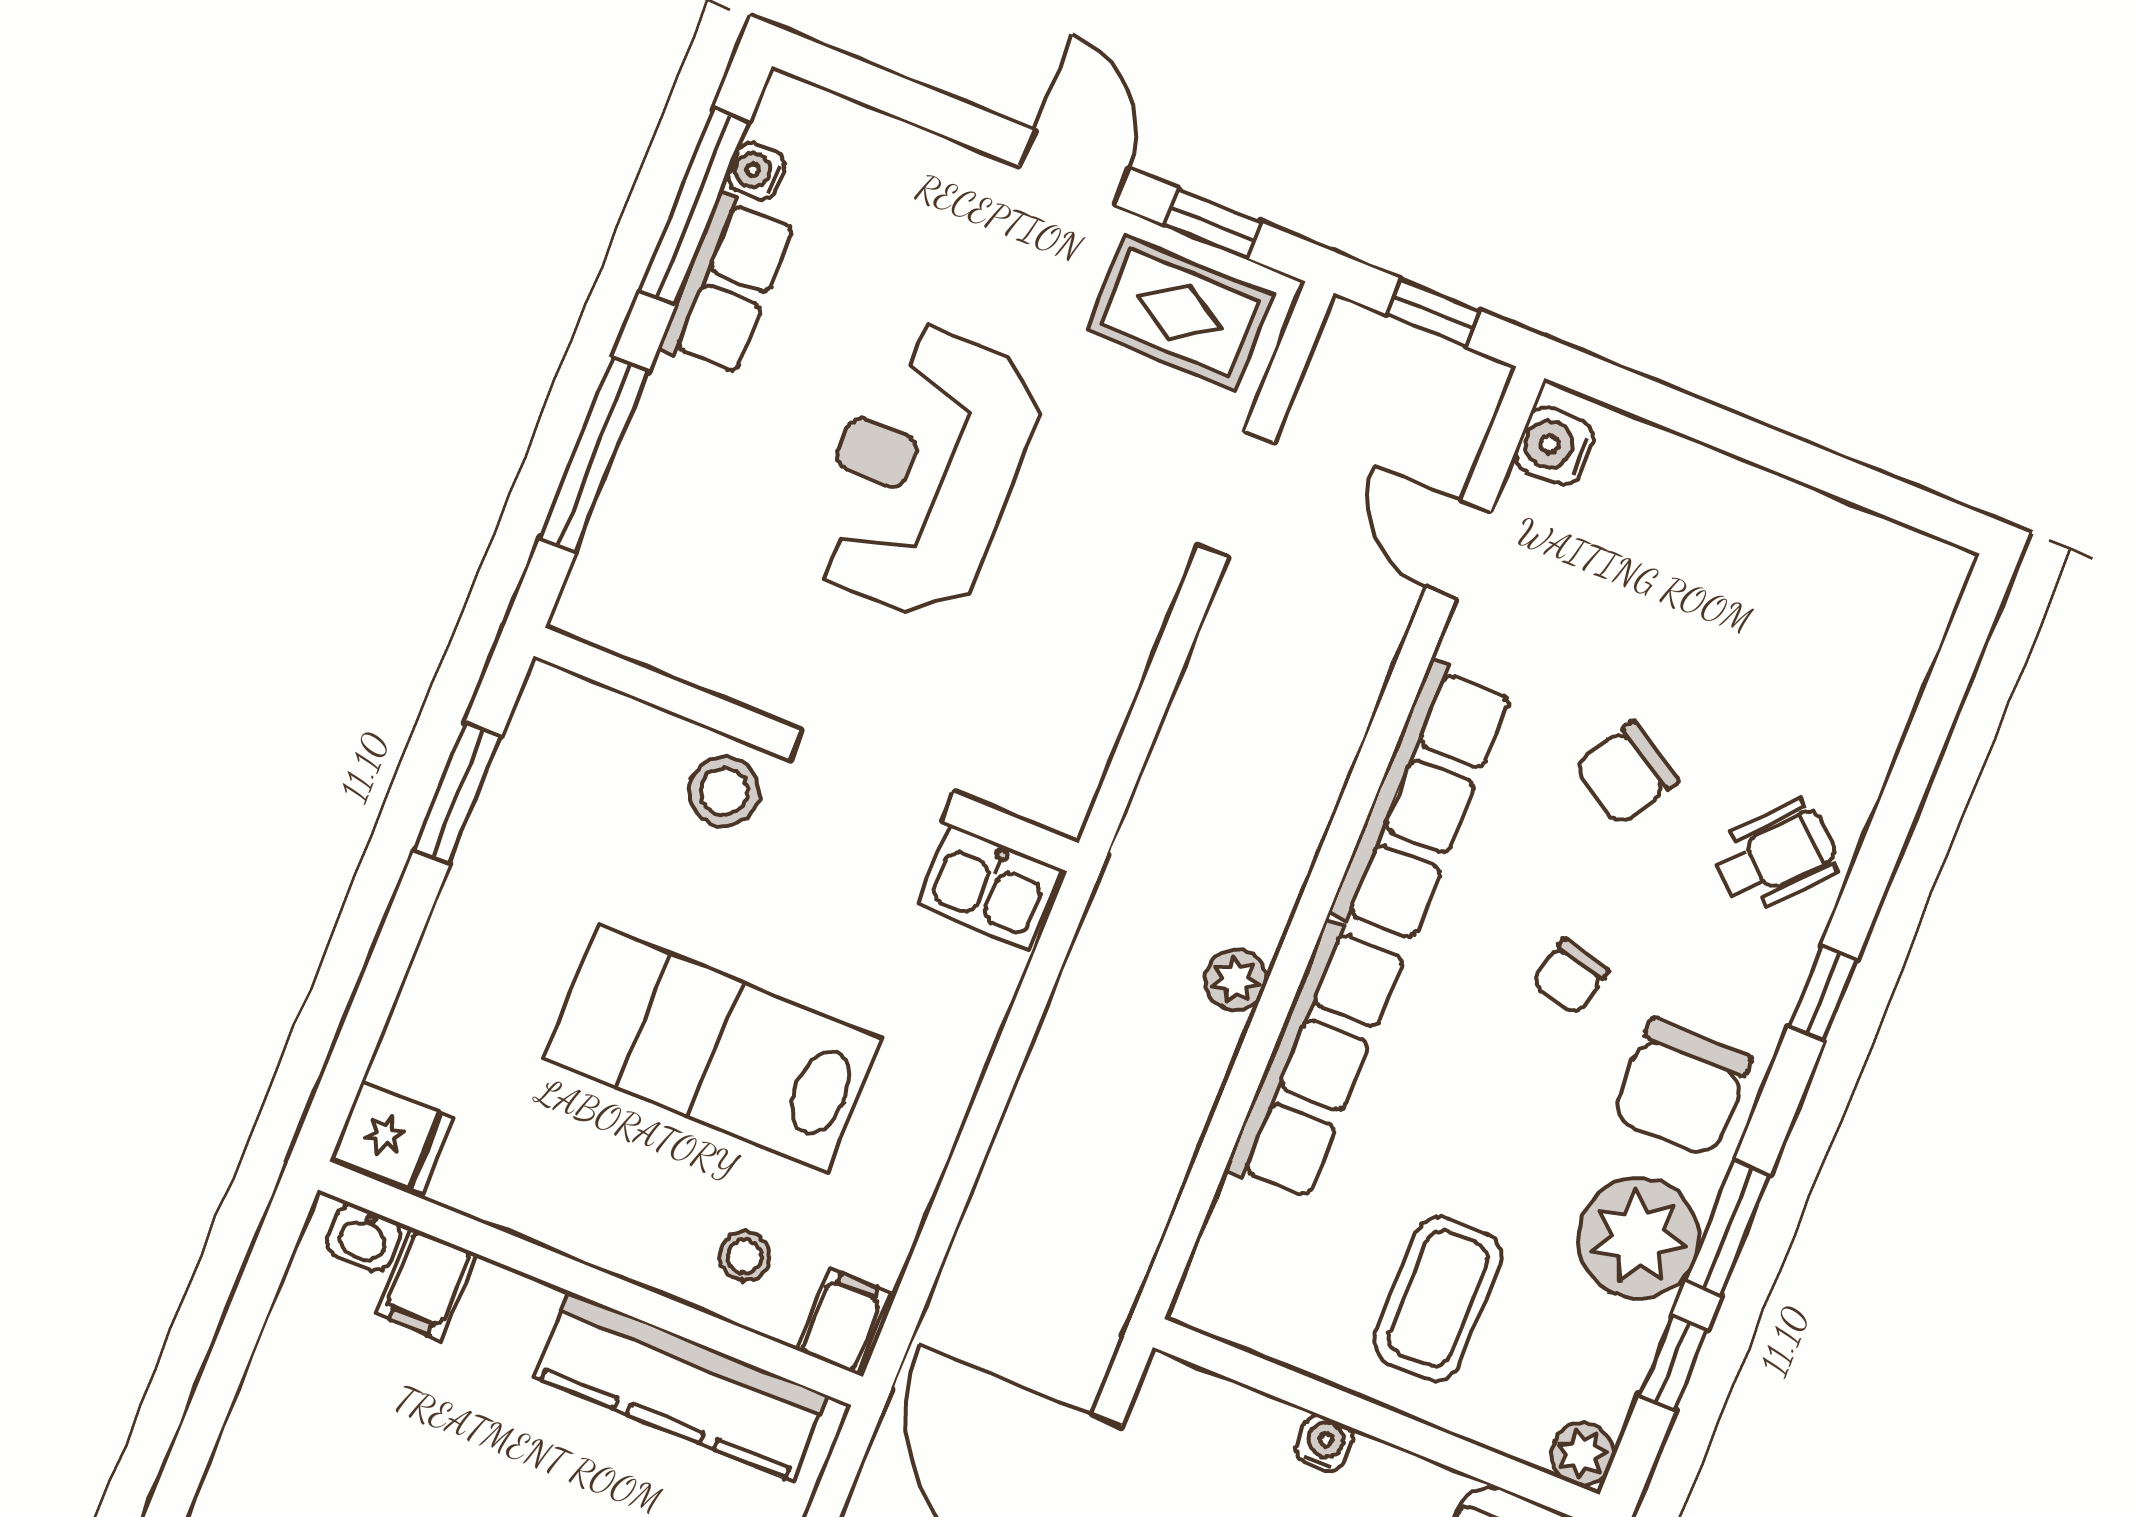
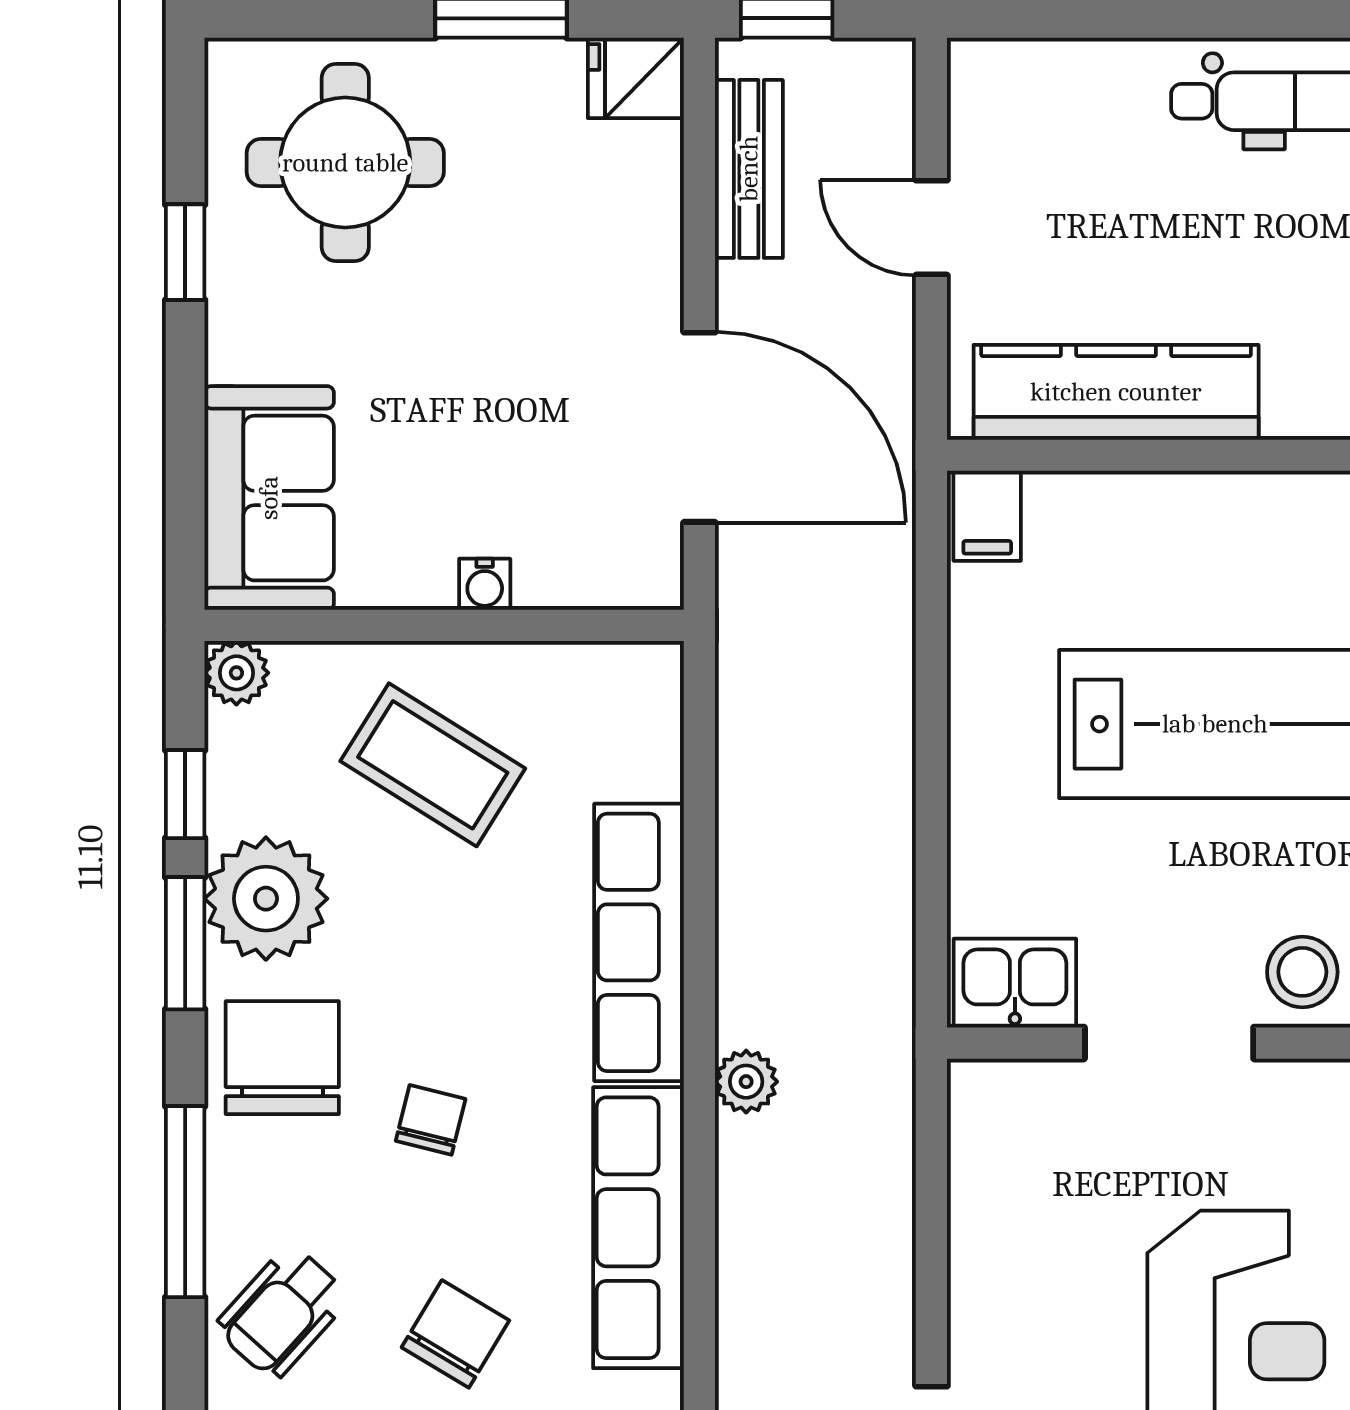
plant: (1236, 980) -> (746, 1082), moved
window: (1823, 993) -> (185, 1202), width x2.17
stool: (744, 1256) -> (1105, 540), removed
coffee table: (1438, 1299) -> (433, 765), turned -58

